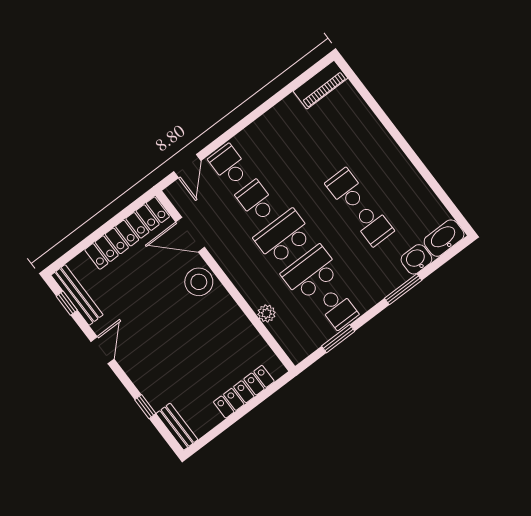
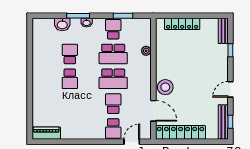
school desk: (256, 201) -> (113, 104), turned 180
washbasin: (444, 238) -> (87, 23), moved, width x0.52, depth x0.69

